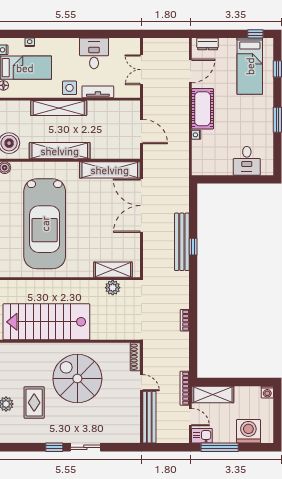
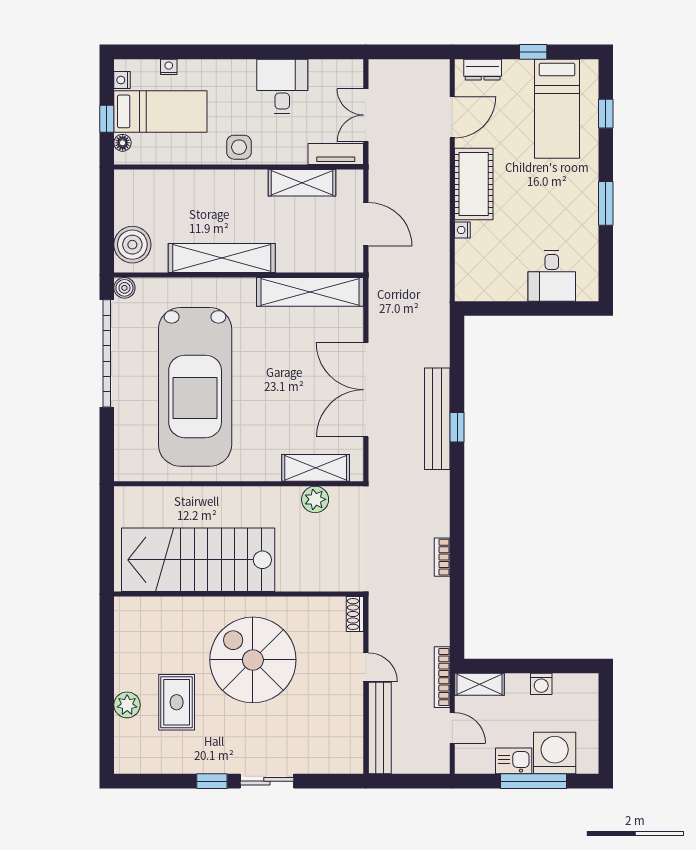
window: (255, 34) -> (533, 52), moved
tv unit: (98, 92) -> (336, 154), moved
shelving: (59, 108) -> (302, 183), moved, width x0.68
double door: (141, 206) -> (366, 390), moved
shoe rack: (135, 357) -> (355, 614), width x0.70
washing machine: (267, 392) -> (541, 684), moved
shelving: (213, 394) -> (479, 684), width x0.67, depth x0.75
kitchen sink: (202, 436) -> (514, 761), moved
window: (220, 447) -> (534, 781), moved

